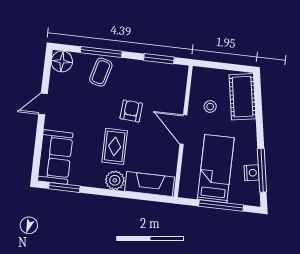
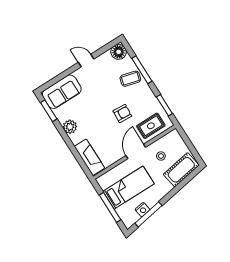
rug: (115, 146) -> (151, 126), moved
plant: (115, 180) -> (70, 127), moved

